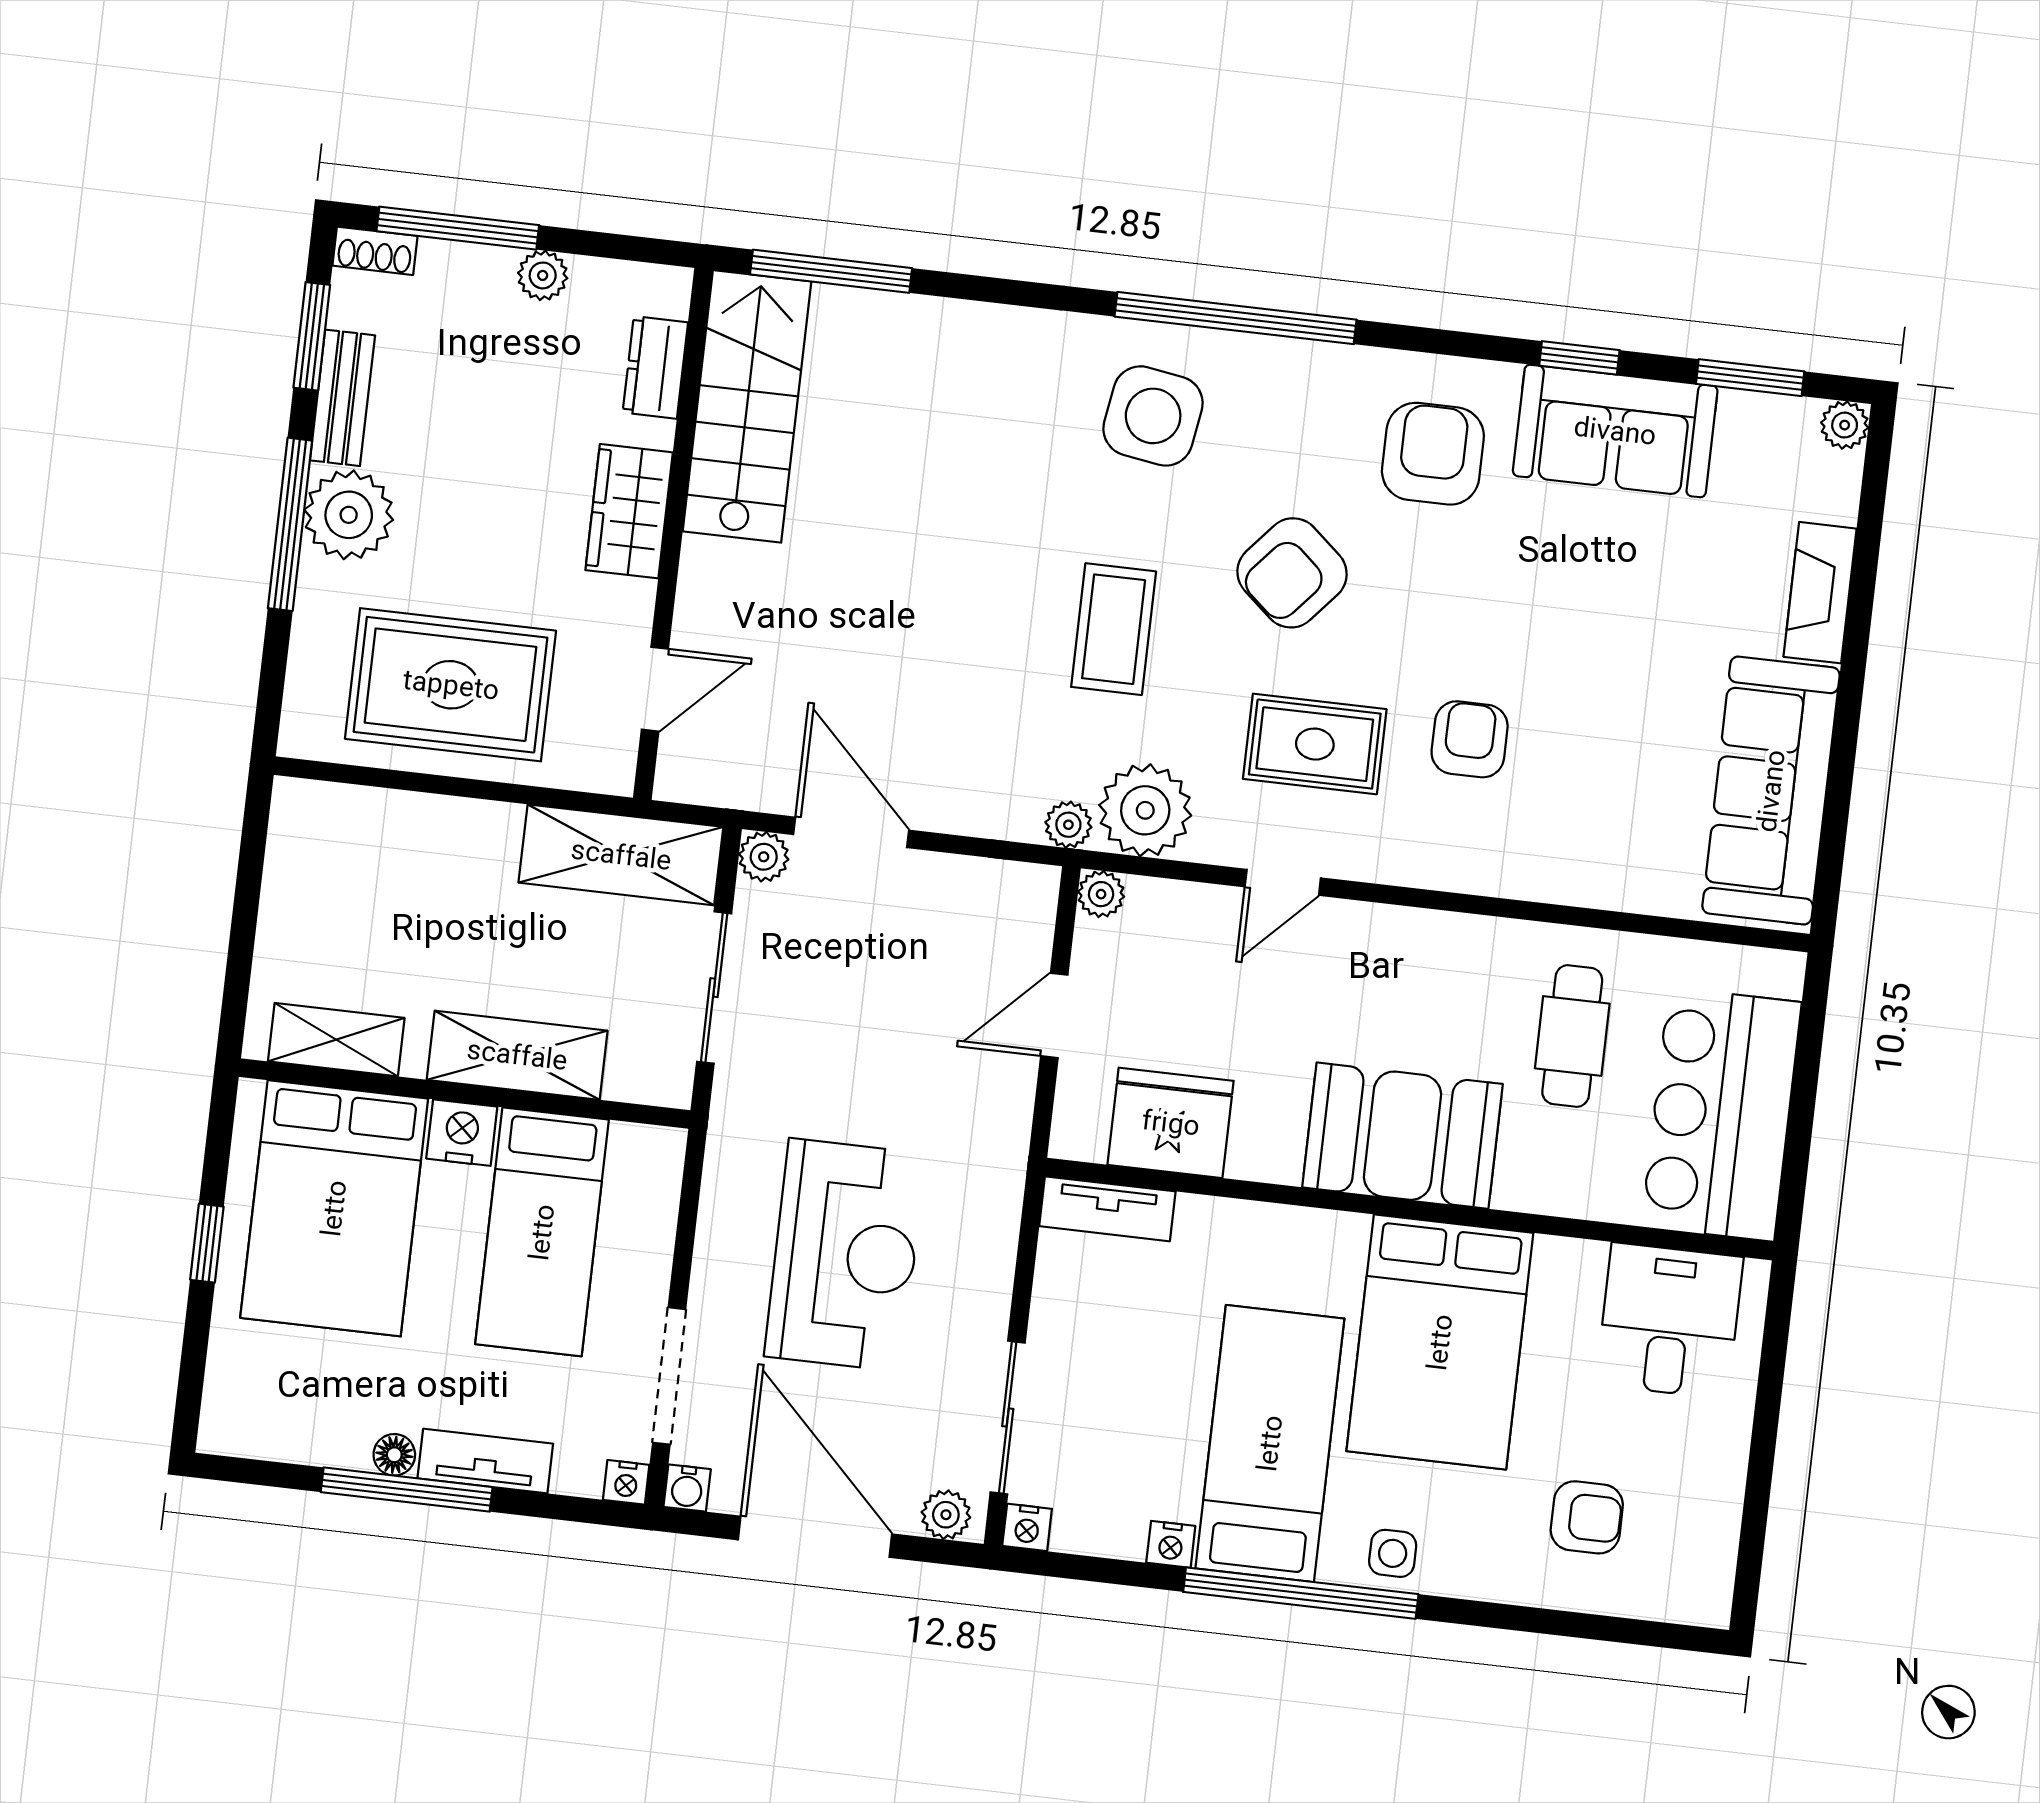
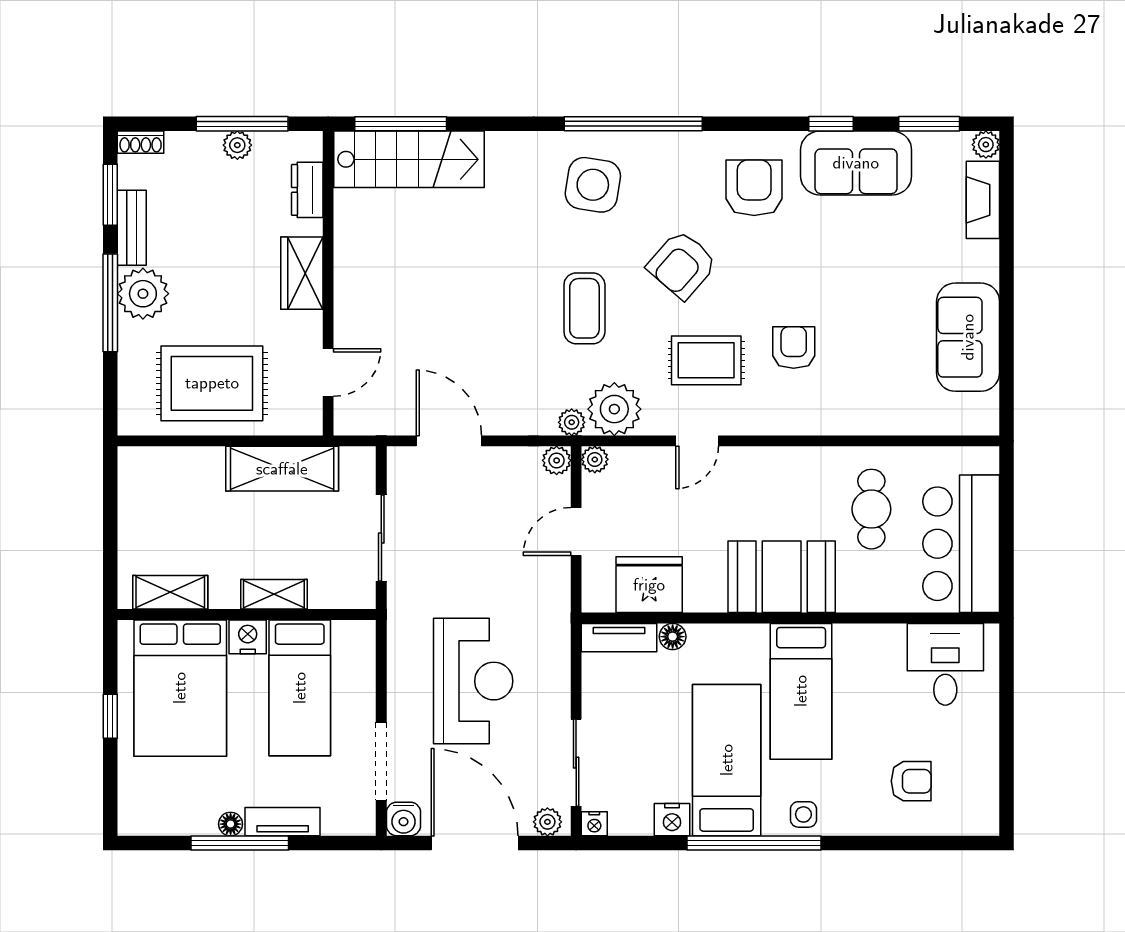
window: (458, 228) -> (242, 124), moved
stairs: (747, 406) -> (409, 159), moved, turned 90
fireplace: (1820, 593) -> (983, 200), moved
sofa: (1771, 791) -> (968, 337), width x0.73
shelving: (621, 855) -> (282, 469), moved
plant: (764, 857) -> (557, 460), moved
shelving: (517, 1055) -> (274, 594), width x0.67, depth x0.75
floor lamp: (1201, 1218) -> (673, 637), added
bed: (1440, 1342) -> (801, 691), width x0.67
nightstand: (626, 1482) -> (364, 824), removed
water cooler: (687, 1488) -> (404, 819), width x1.38, depth x1.38
nightstand: (1171, 1544) -> (672, 820), width x1.39, depth x1.35

